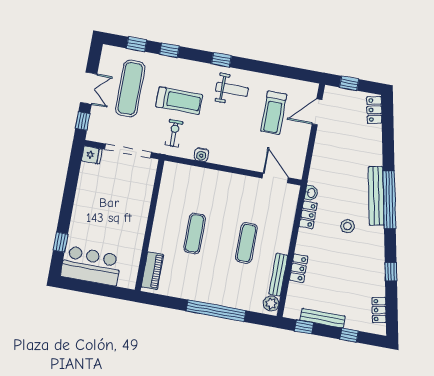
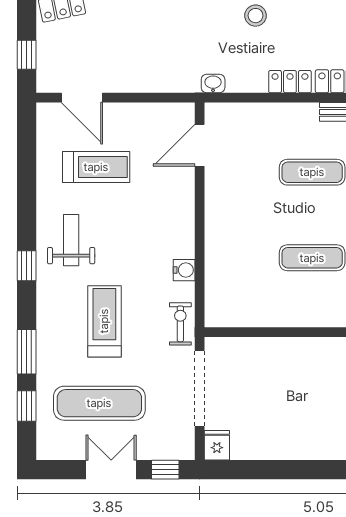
window: (169, 50) -> (27, 352), width x1.50
exercise bike: (174, 133) -> (180, 324), moved, turned 90
locker: (308, 215) -> (290, 82), moved

